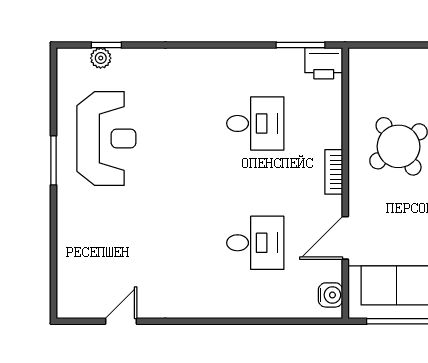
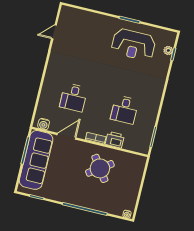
printer: (324, 63) -> (115, 140), moved, turned 90
door: (345, 238) -> (66, 136), hinge flipped
door: (121, 321) -> (54, 32), swing flipped

